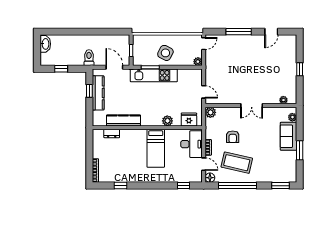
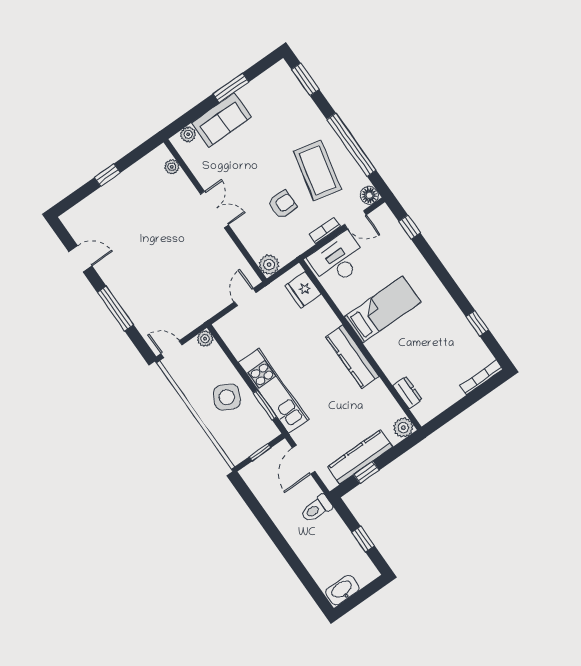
kitchen counter: (123, 120) -> (352, 357), moved
plant: (167, 121) -> (403, 428), moved
door: (204, 164) -> (355, 220), swing flipped

